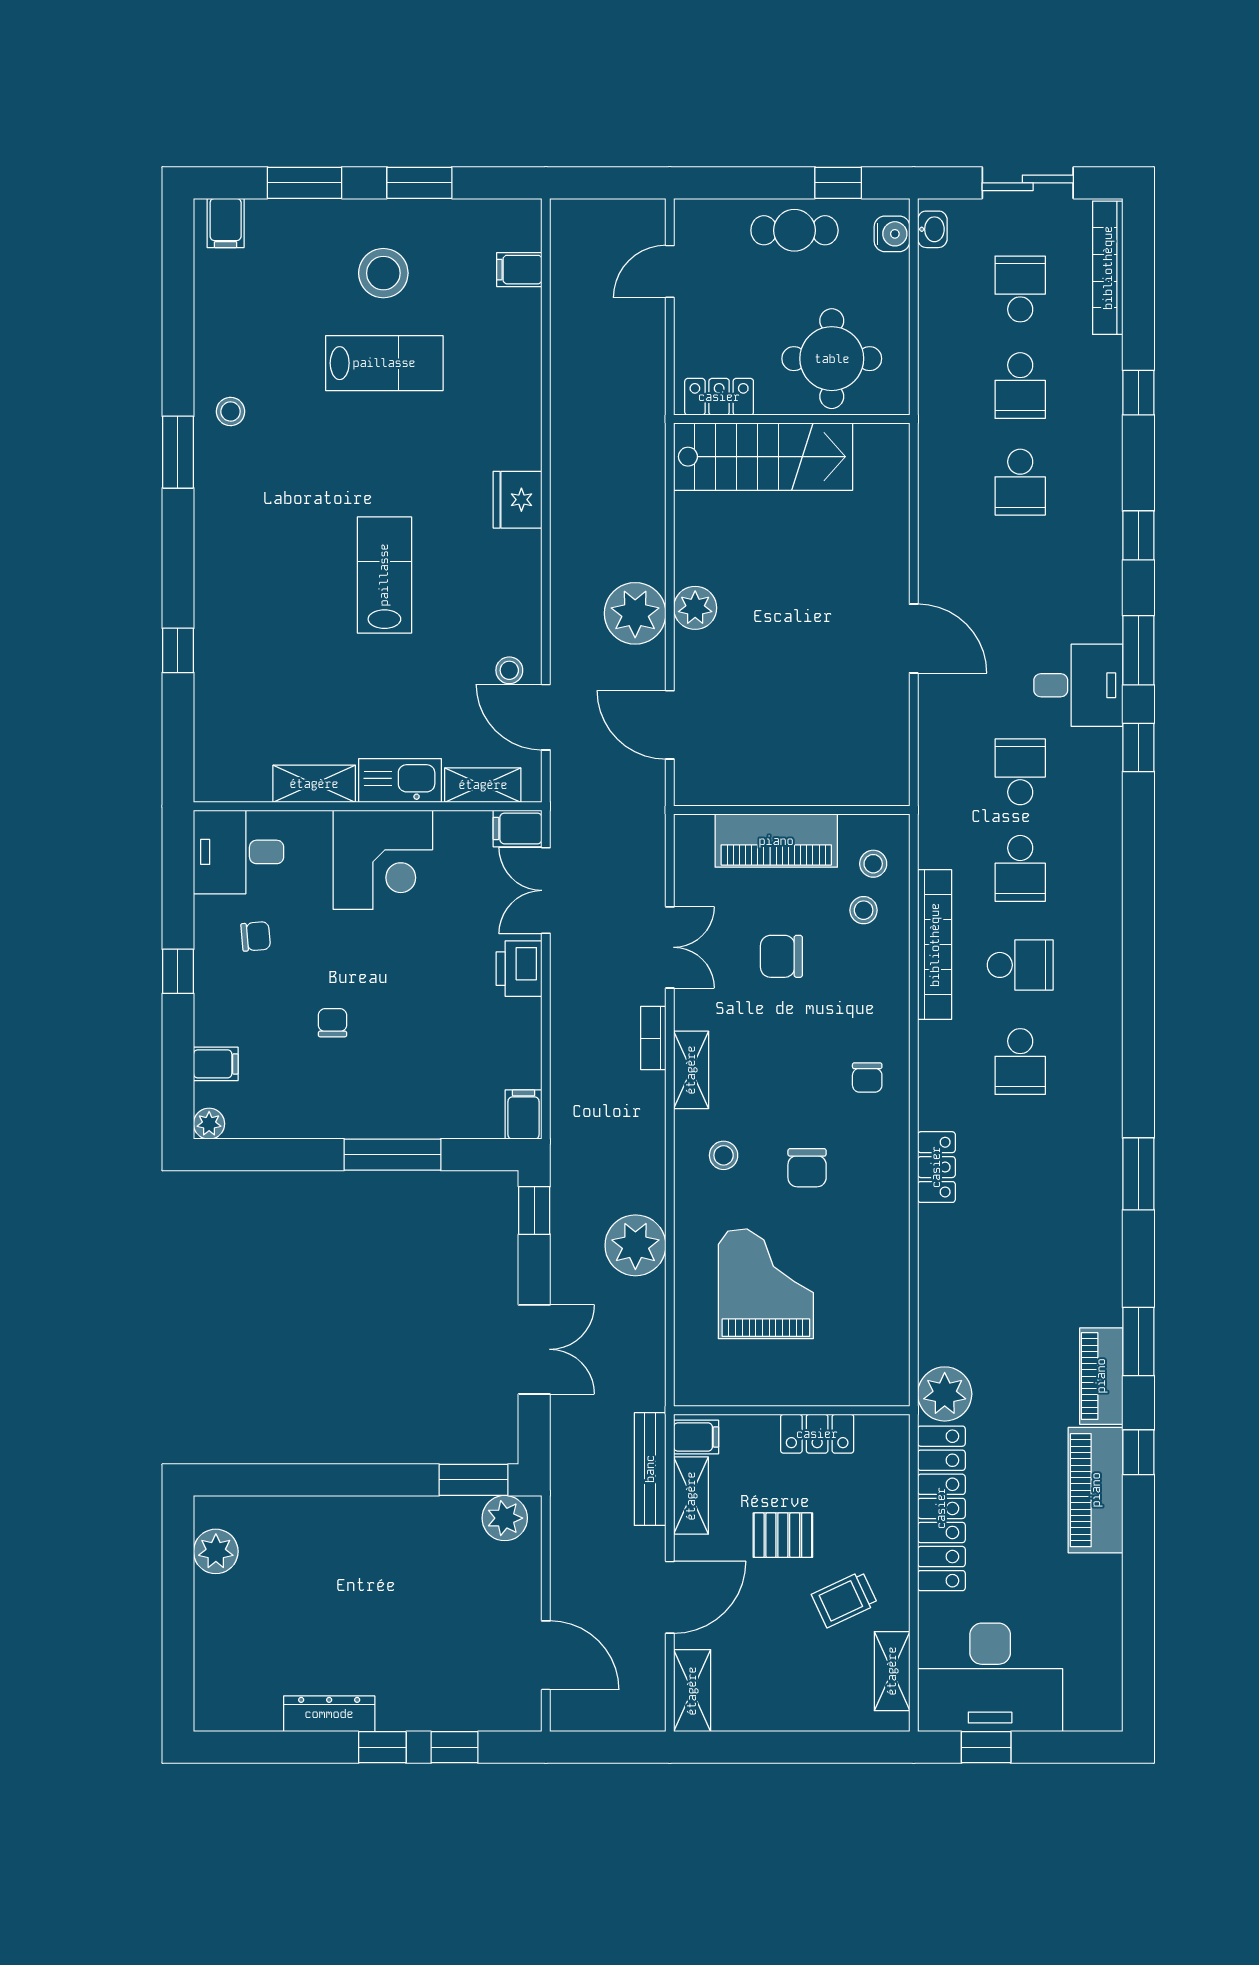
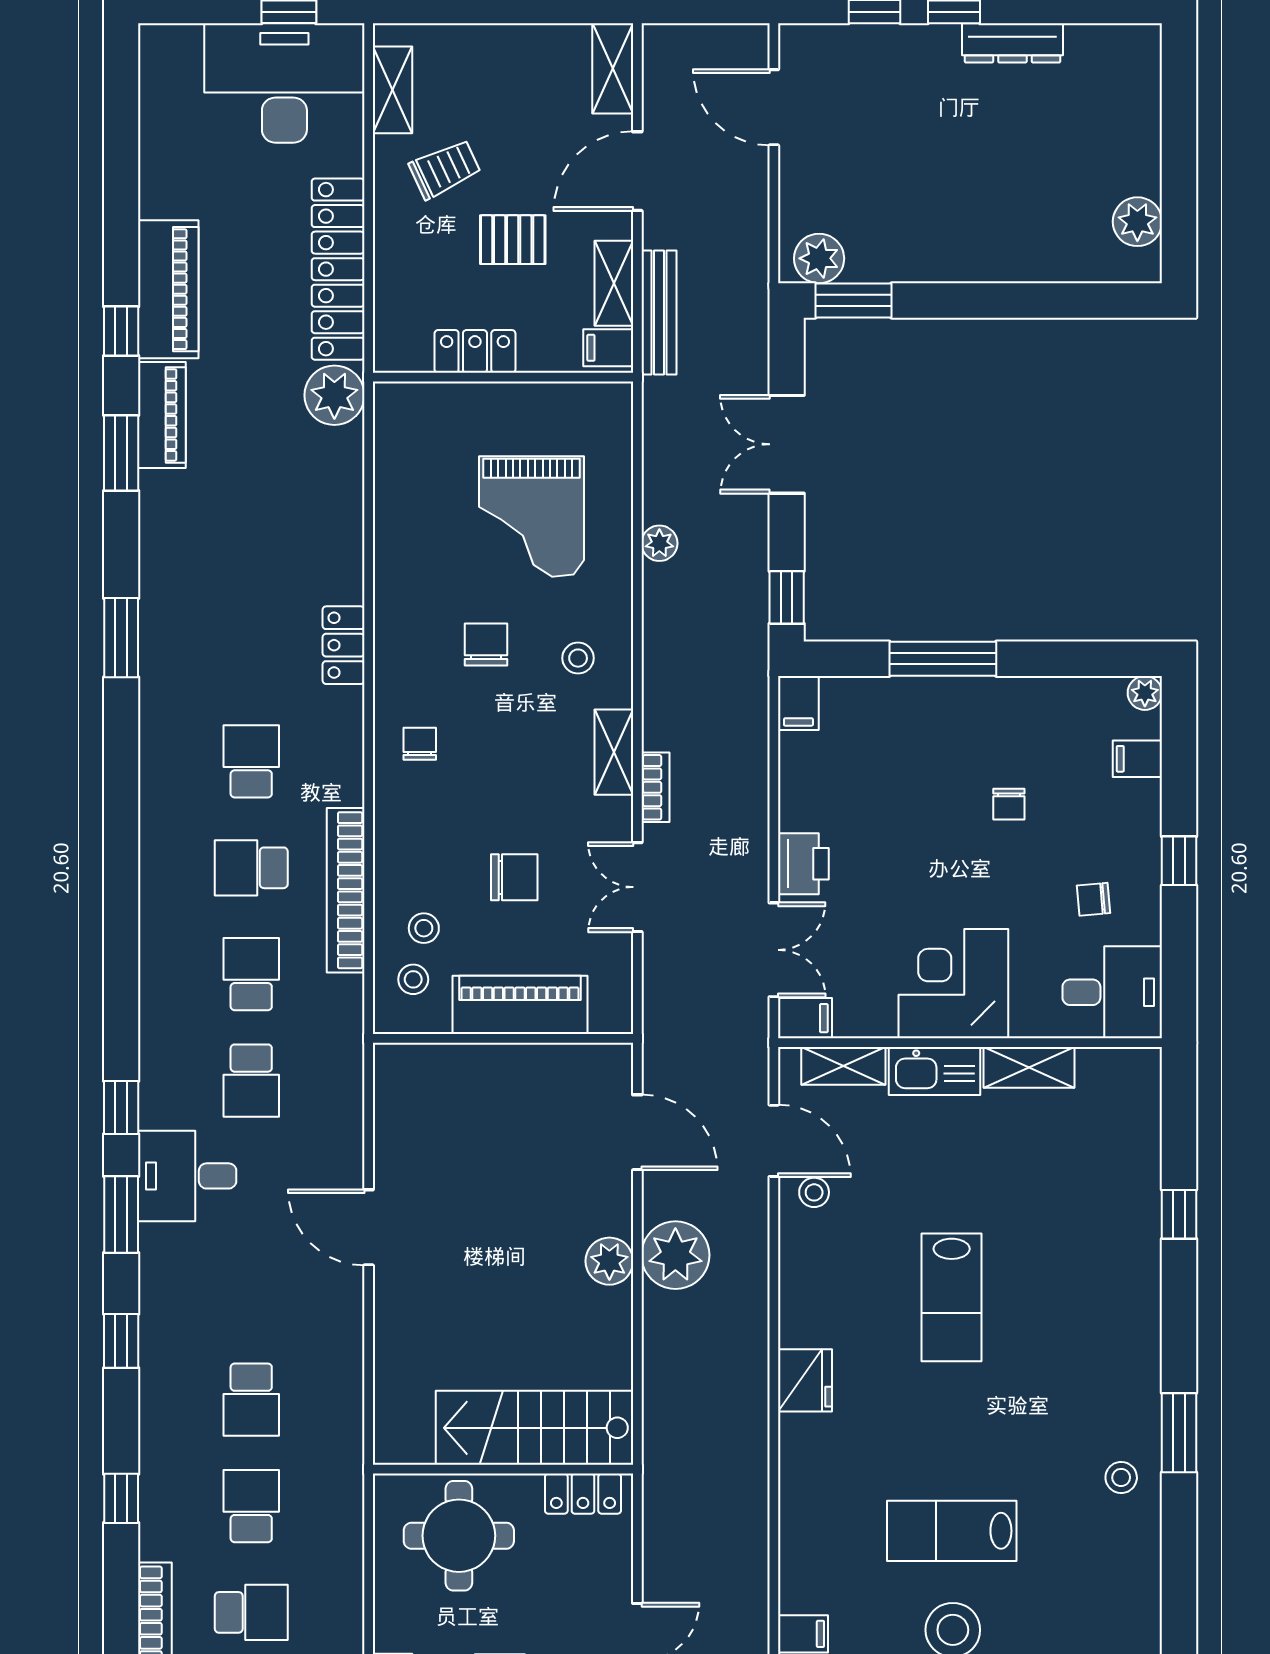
school desk: (1020, 289) -> (251, 1612), turned -90
school desk: (1020, 482) -> (251, 1400), turned 180
plant: (635, 1245) -> (659, 543), width x0.53, depth x0.53

